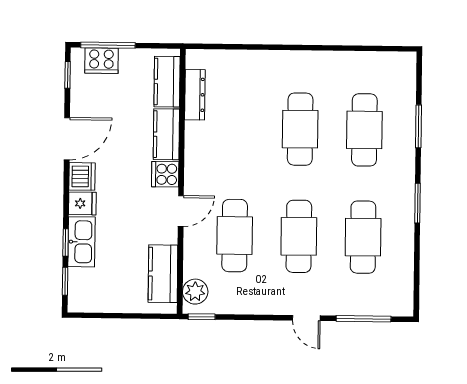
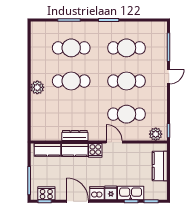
cooker: (101, 61) -> (46, 193), moved, turned -90
plant: (289, 63) -> (37, 87), added
dresser: (195, 95) -> (75, 136), moved
kitchen counter: (163, 274) -> (160, 166), moved, turned 90

